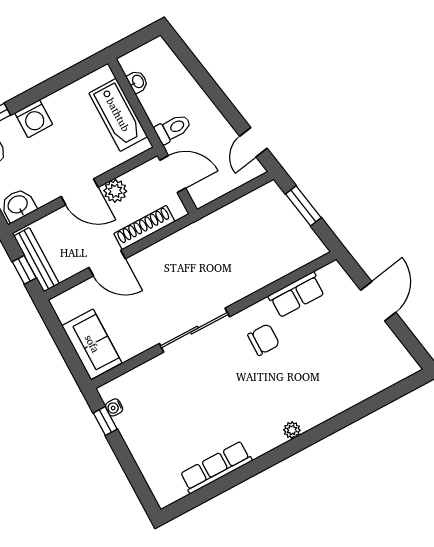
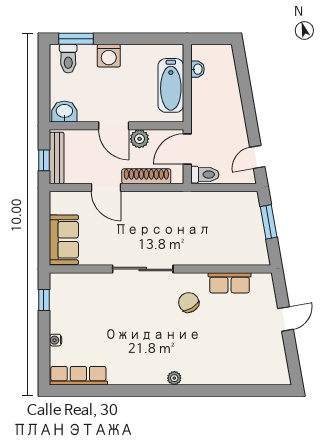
toilet: (173, 129) -> (205, 175), moved
door: (173, 174) -> (187, 149), swing flipped
door: (378, 301) -> (286, 319), width x0.73
chair: (264, 340) -> (189, 302), turned -122
water cooler: (114, 407) -> (55, 340), moved
row of seats: (216, 467) -> (78, 376), moved

